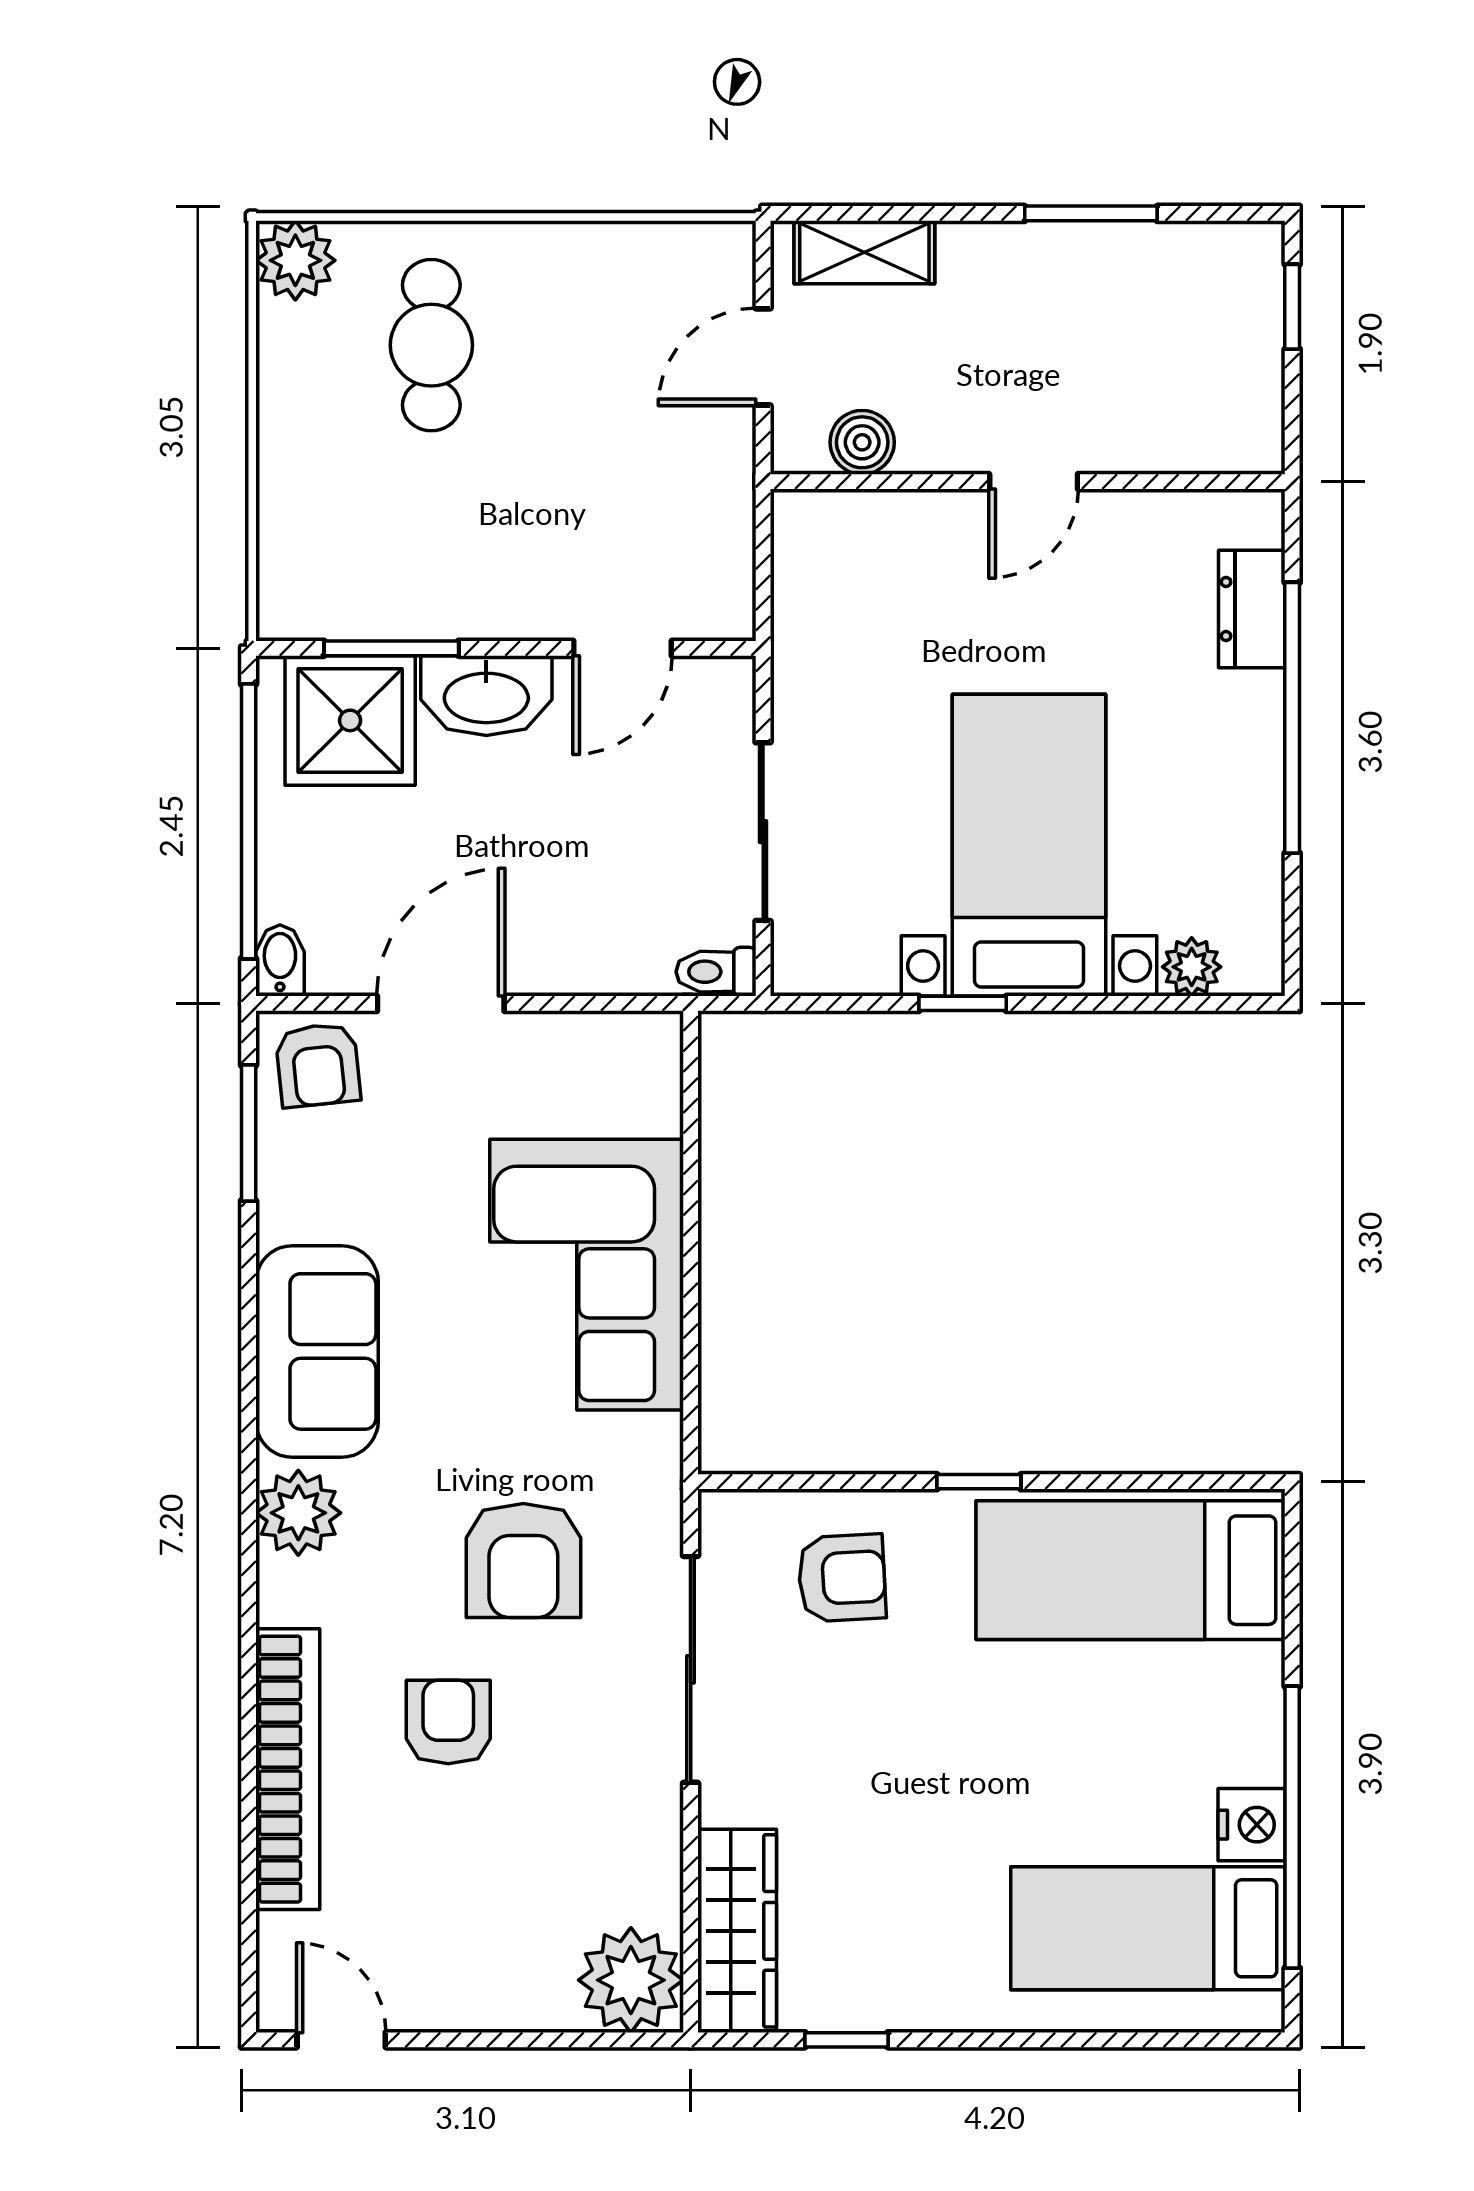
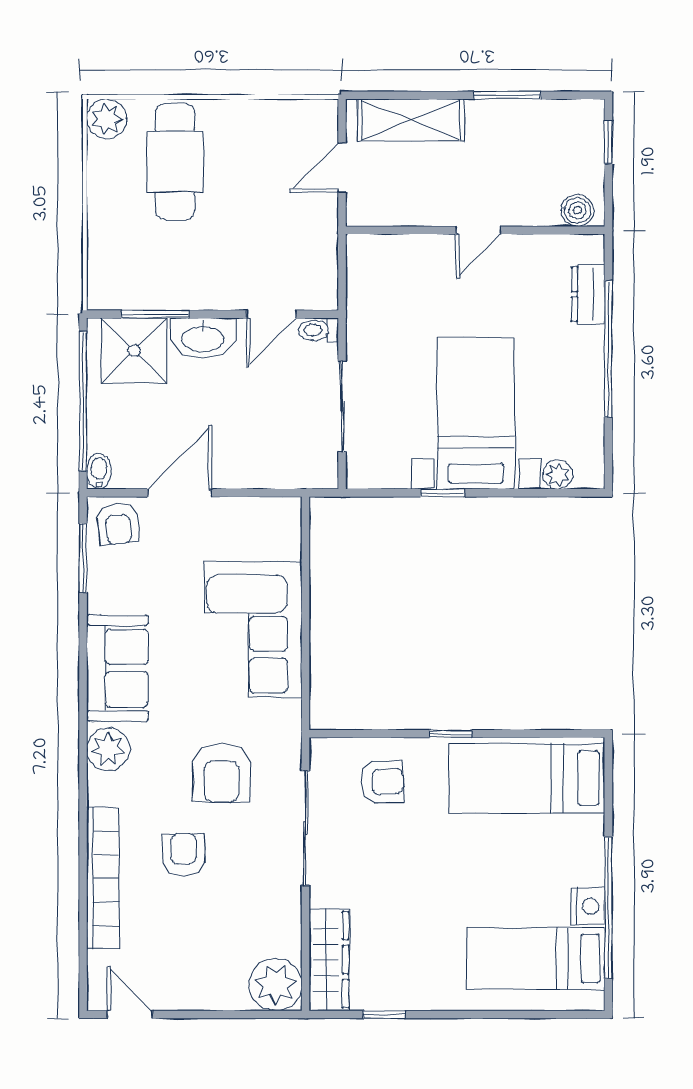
shelving: (864, 252) -> (411, 120), width x1.50, depth x1.33
cafe table: (431, 345) -> (175, 162), width x1.37, depth x1.35
boiler: (862, 442) -> (577, 210), moved
toilet: (716, 972) -> (318, 330), moved

